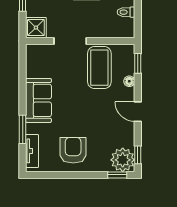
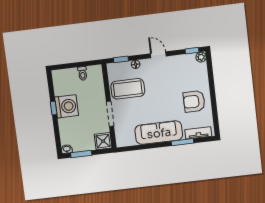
sofa: (38, 100) -> (159, 133), width x1.36
door: (138, 112) -> (158, 55), swing flipped
plant: (123, 160) -> (201, 57), width x0.53, depth x0.53
window: (117, 175) -> (209, 65), removed

